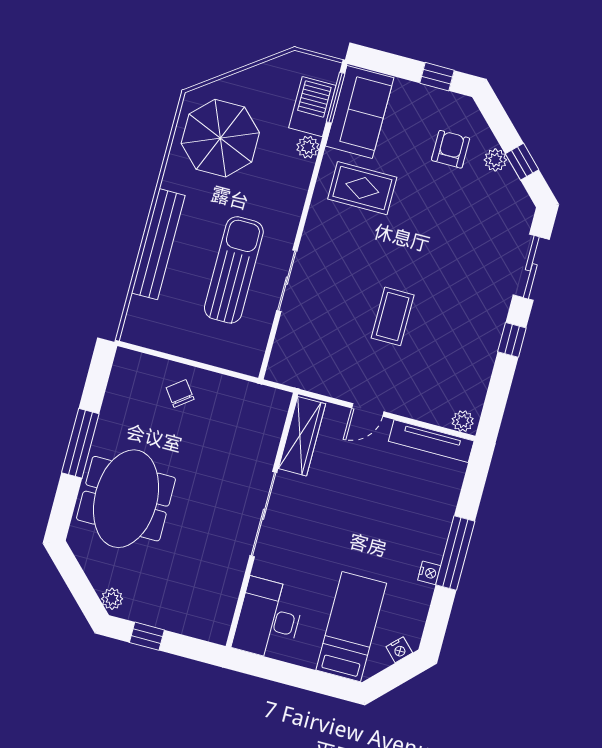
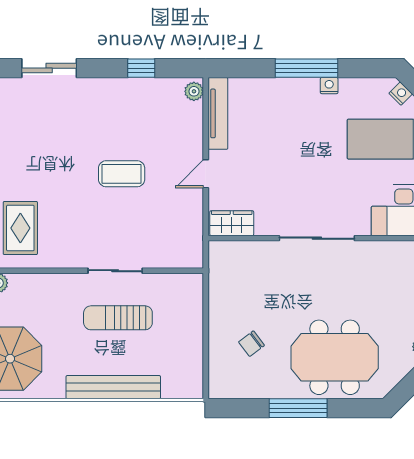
sun lounger: (234, 270) -> (118, 318), width x0.73, depth x0.75
window: (512, 340) -> (141, 68), moved
chair: (180, 394) -> (251, 344), moved
door: (368, 410) -> (206, 174), swing flipped
wardrobe: (302, 436) -> (232, 223), width x0.67

